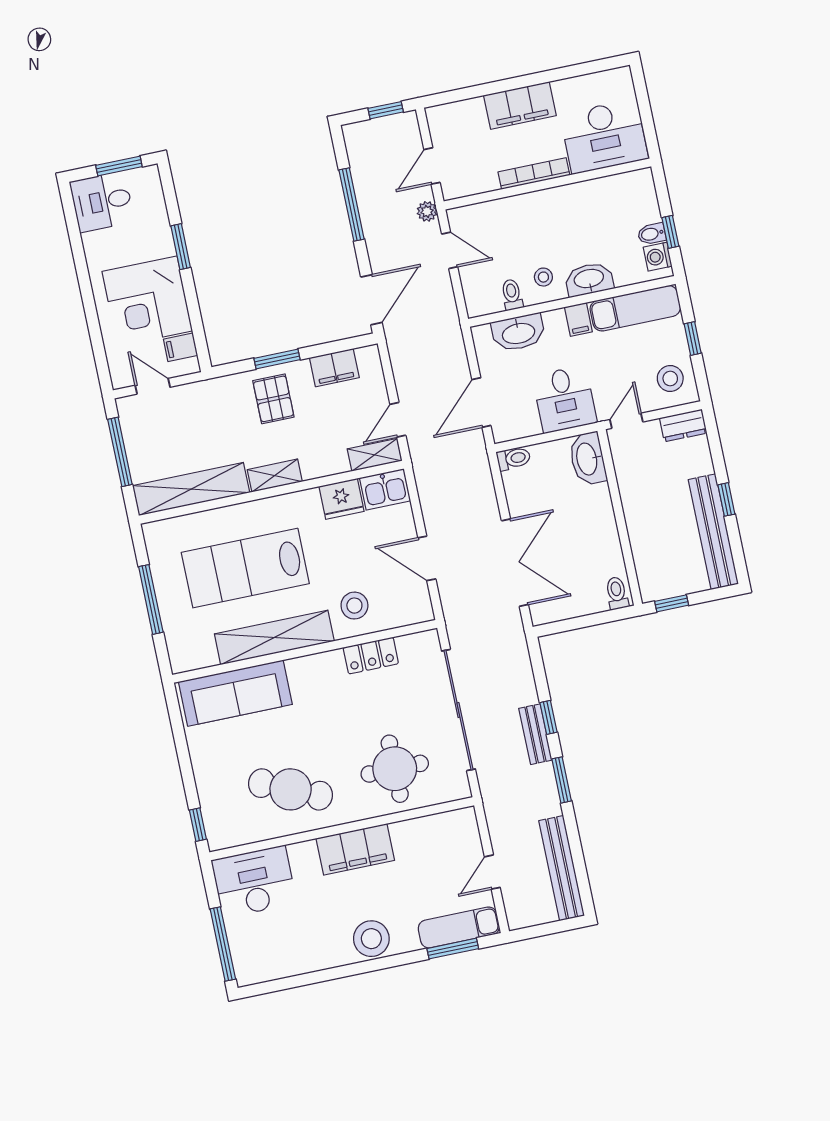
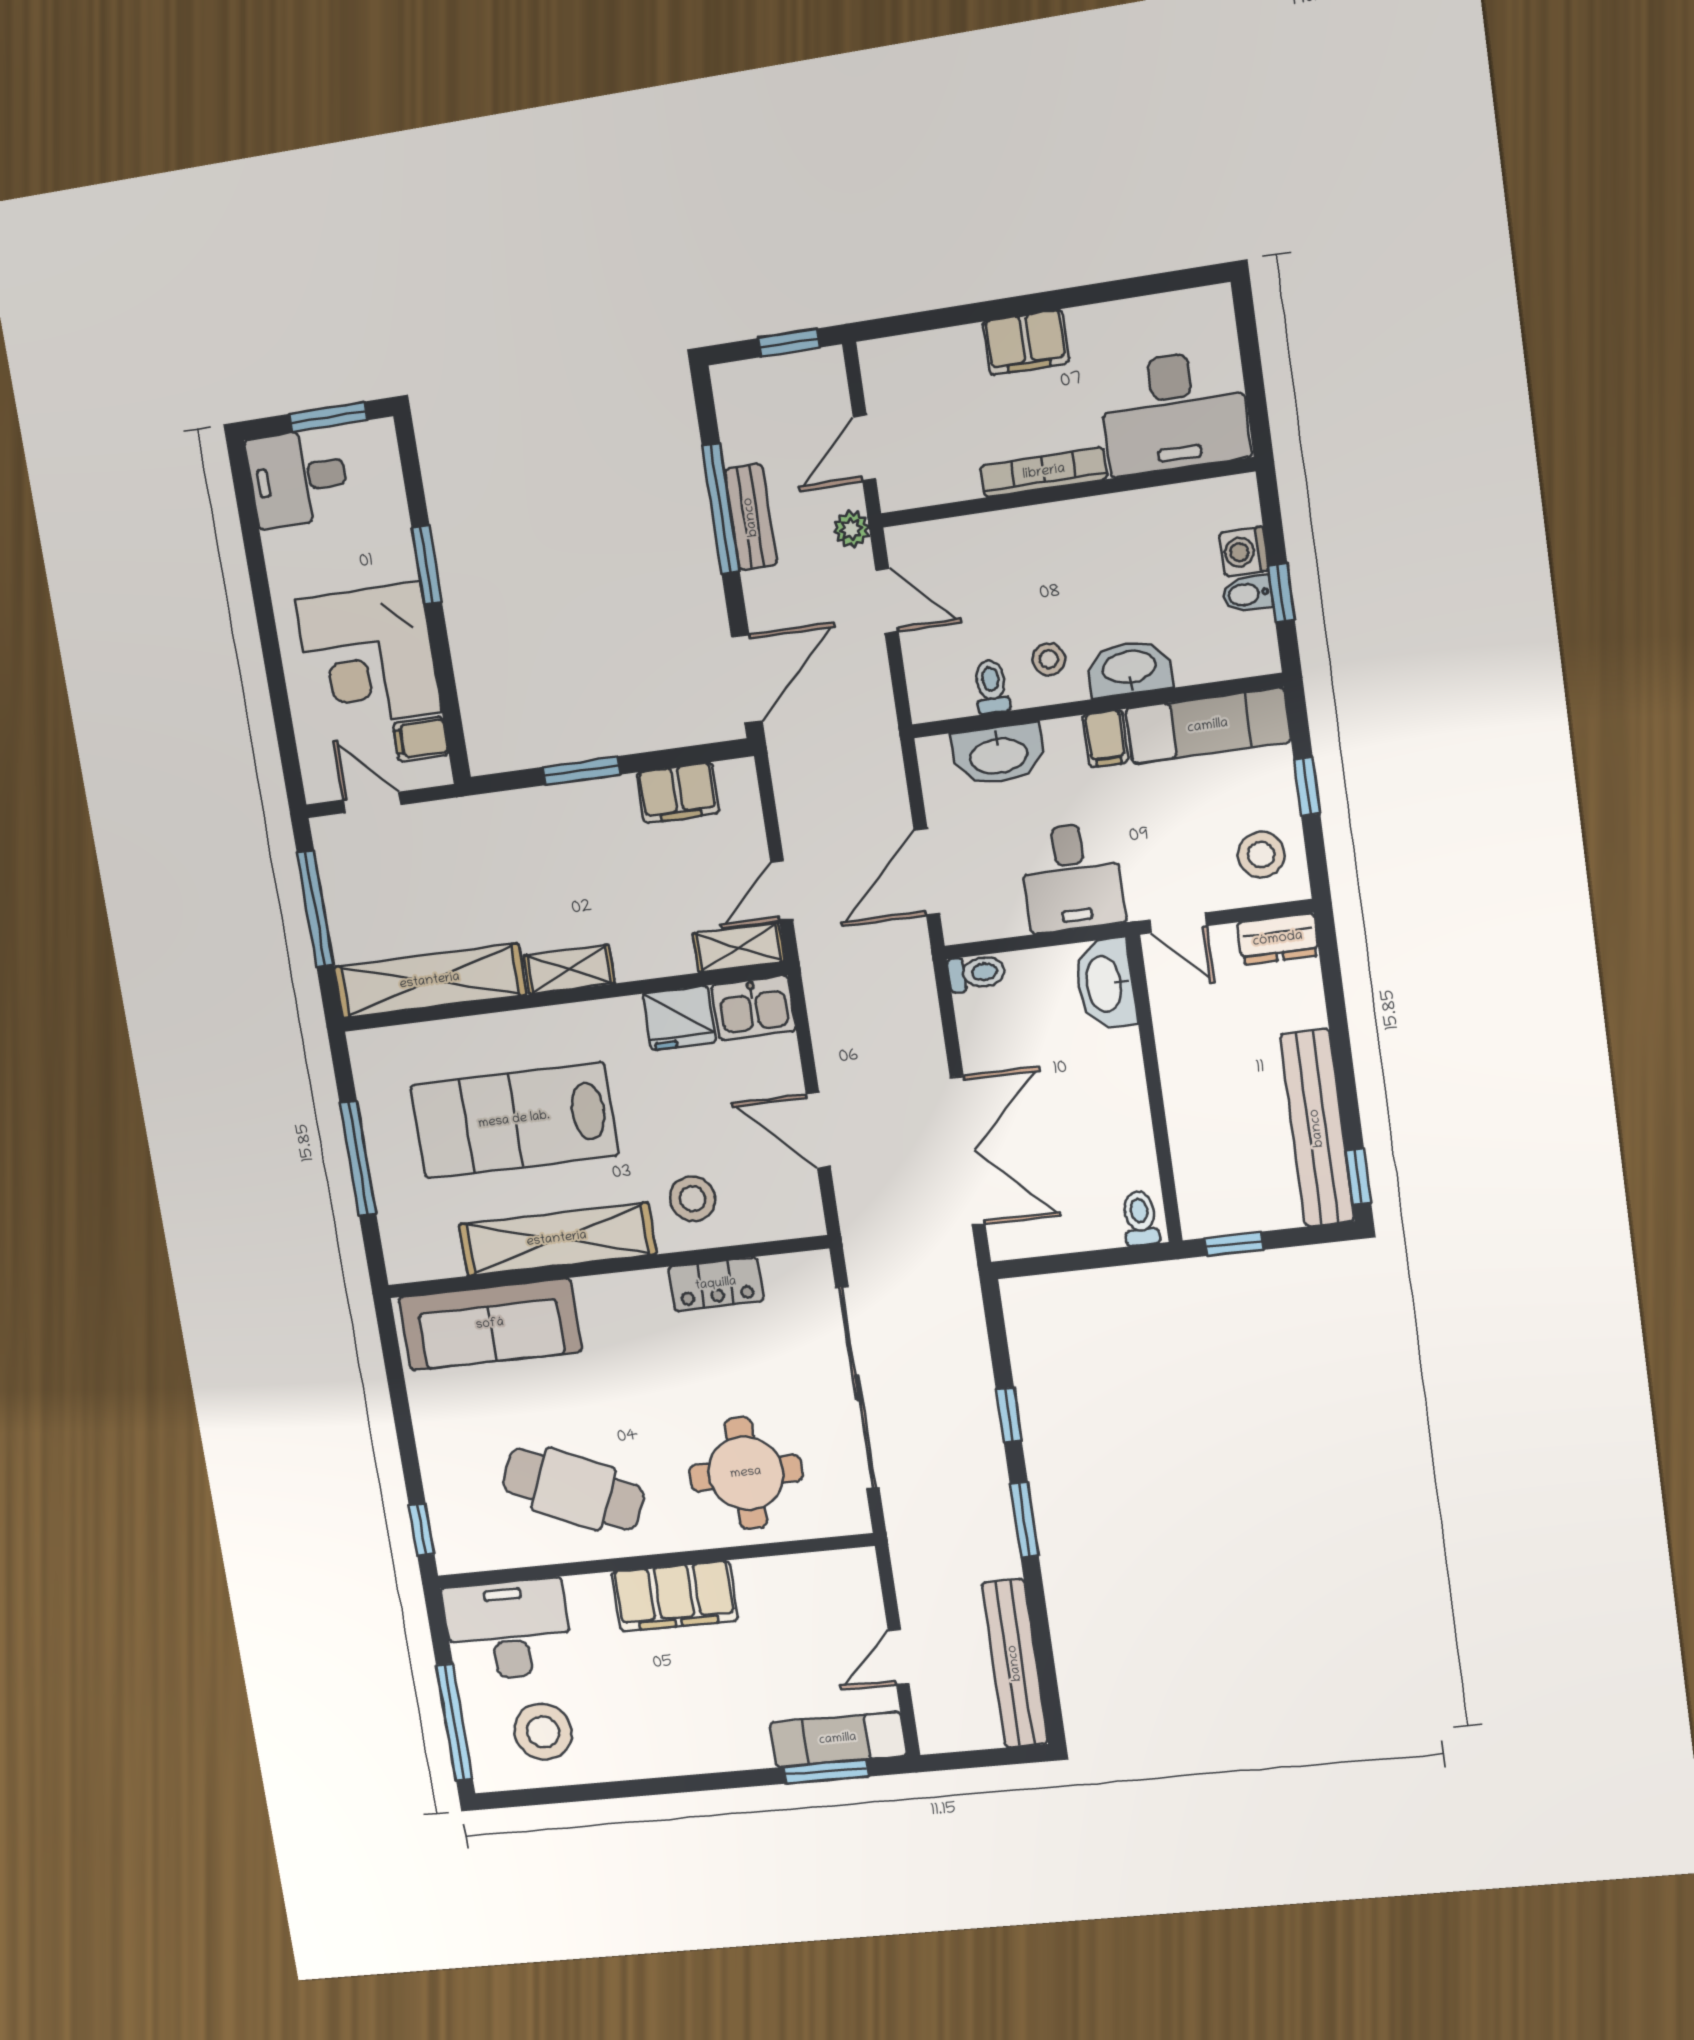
filing cabinet: (520, 105) -> (1026, 342), width x0.67, depth x0.86
washing machine: (658, 257) -> (1244, 552), moved
pallet: (273, 399) -> (573, 839), removed
door: (626, 421) -> (1178, 923), swing flipped
window: (726, 499) -> (1358, 1177), moved
bench: (535, 734) -> (751, 517), moved
stool: (371, 939) -> (543, 1732), moved

